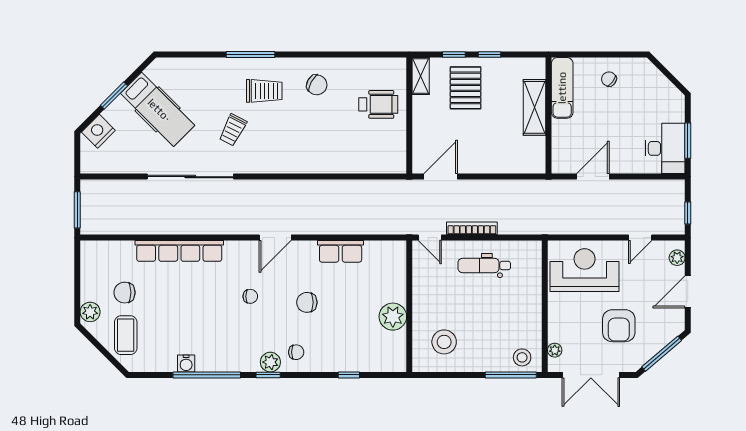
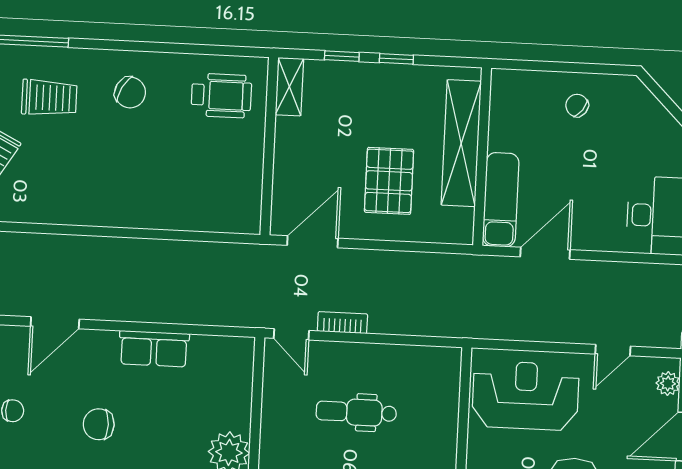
pallet: (466, 88) -> (389, 181), moved
exam couch: (562, 88) -> (501, 200), moved
wheelchair: (378, 104) -> (221, 96), moved
shelving: (535, 107) -> (461, 143), width x1.47
bookcase: (472, 228) -> (342, 323), width x0.64
dental chair: (484, 265) -> (356, 412), moved

